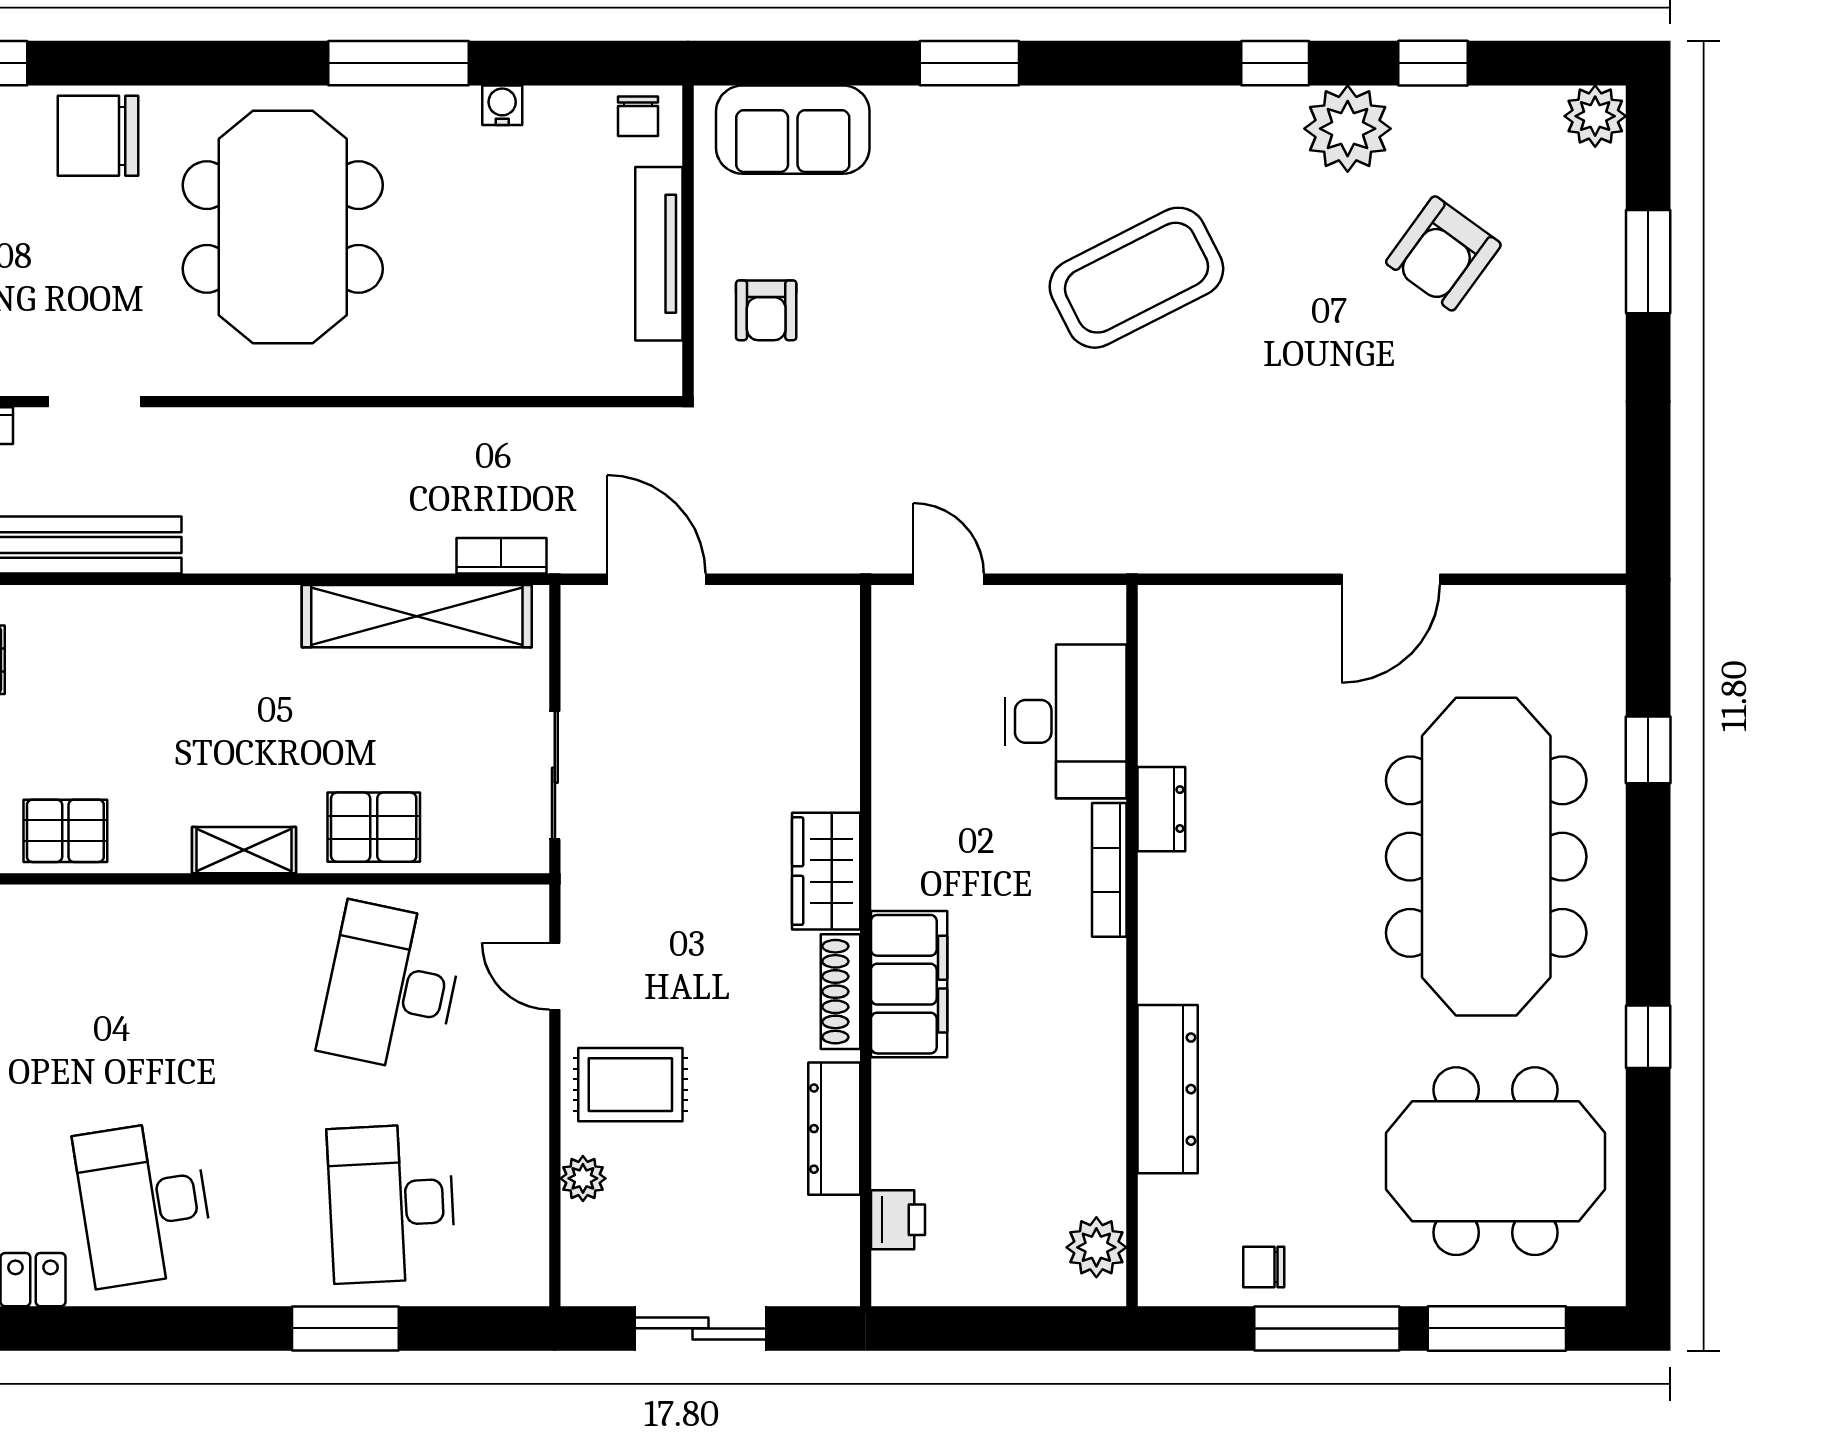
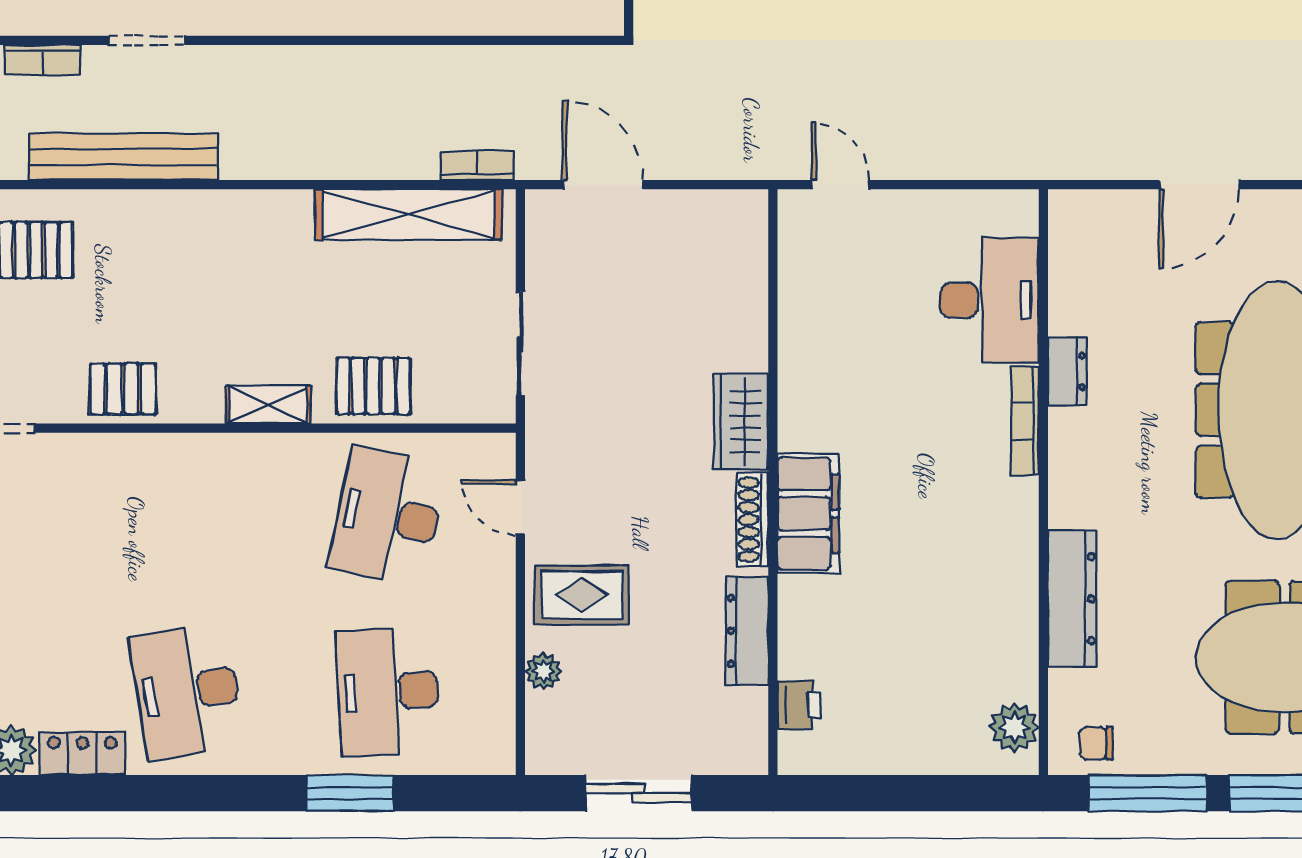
desk: (1066, 721) -> (990, 300), moved
dresser: (1161, 809) -> (1067, 371), moved
bookcase: (1109, 870) -> (1025, 421), moved
wall: (1132, 946) -> (1043, 482), moved
dresser: (1168, 1089) -> (1072, 599), moved
plant: (1096, 1247) -> (1014, 727), moved

